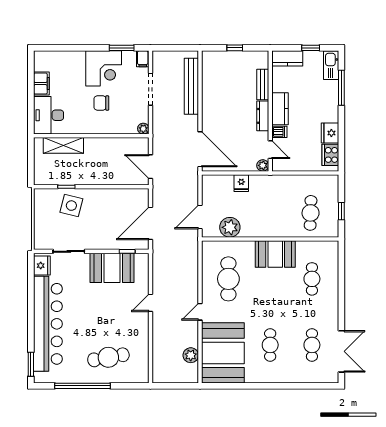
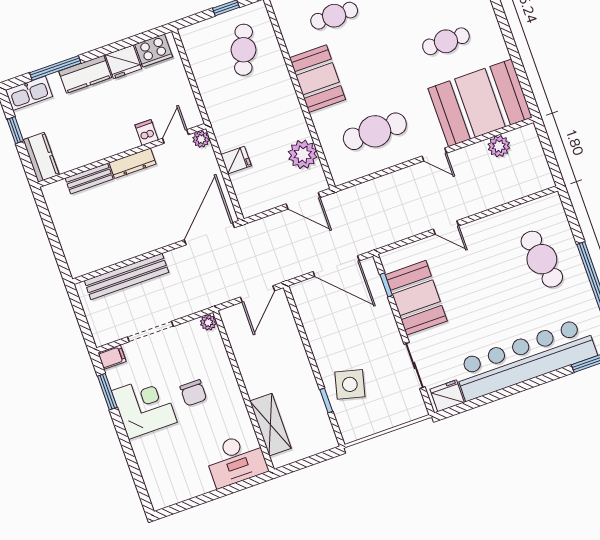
window: (235, 48) -> (52, 235), removed
filing cabinet: (41, 84) -> (196, 485), removed
kitchen counter: (280, 109) -> (85, 74), moved, turned 180
cafe table: (311, 213) -> (243, 50), turned -72

